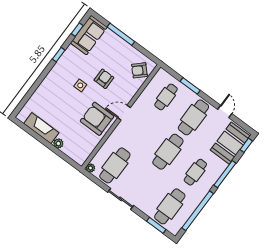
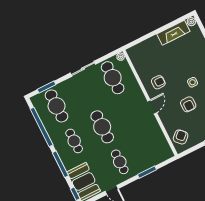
cafe table: (166, 97) -> (148, 148), removed
cafe table: (193, 117) -> (120, 162), width x0.73, depth x0.74
armchair: (97, 119) -> (158, 82), width x0.53, depth x0.53
plant: (58, 143) -> (191, 22), moved

